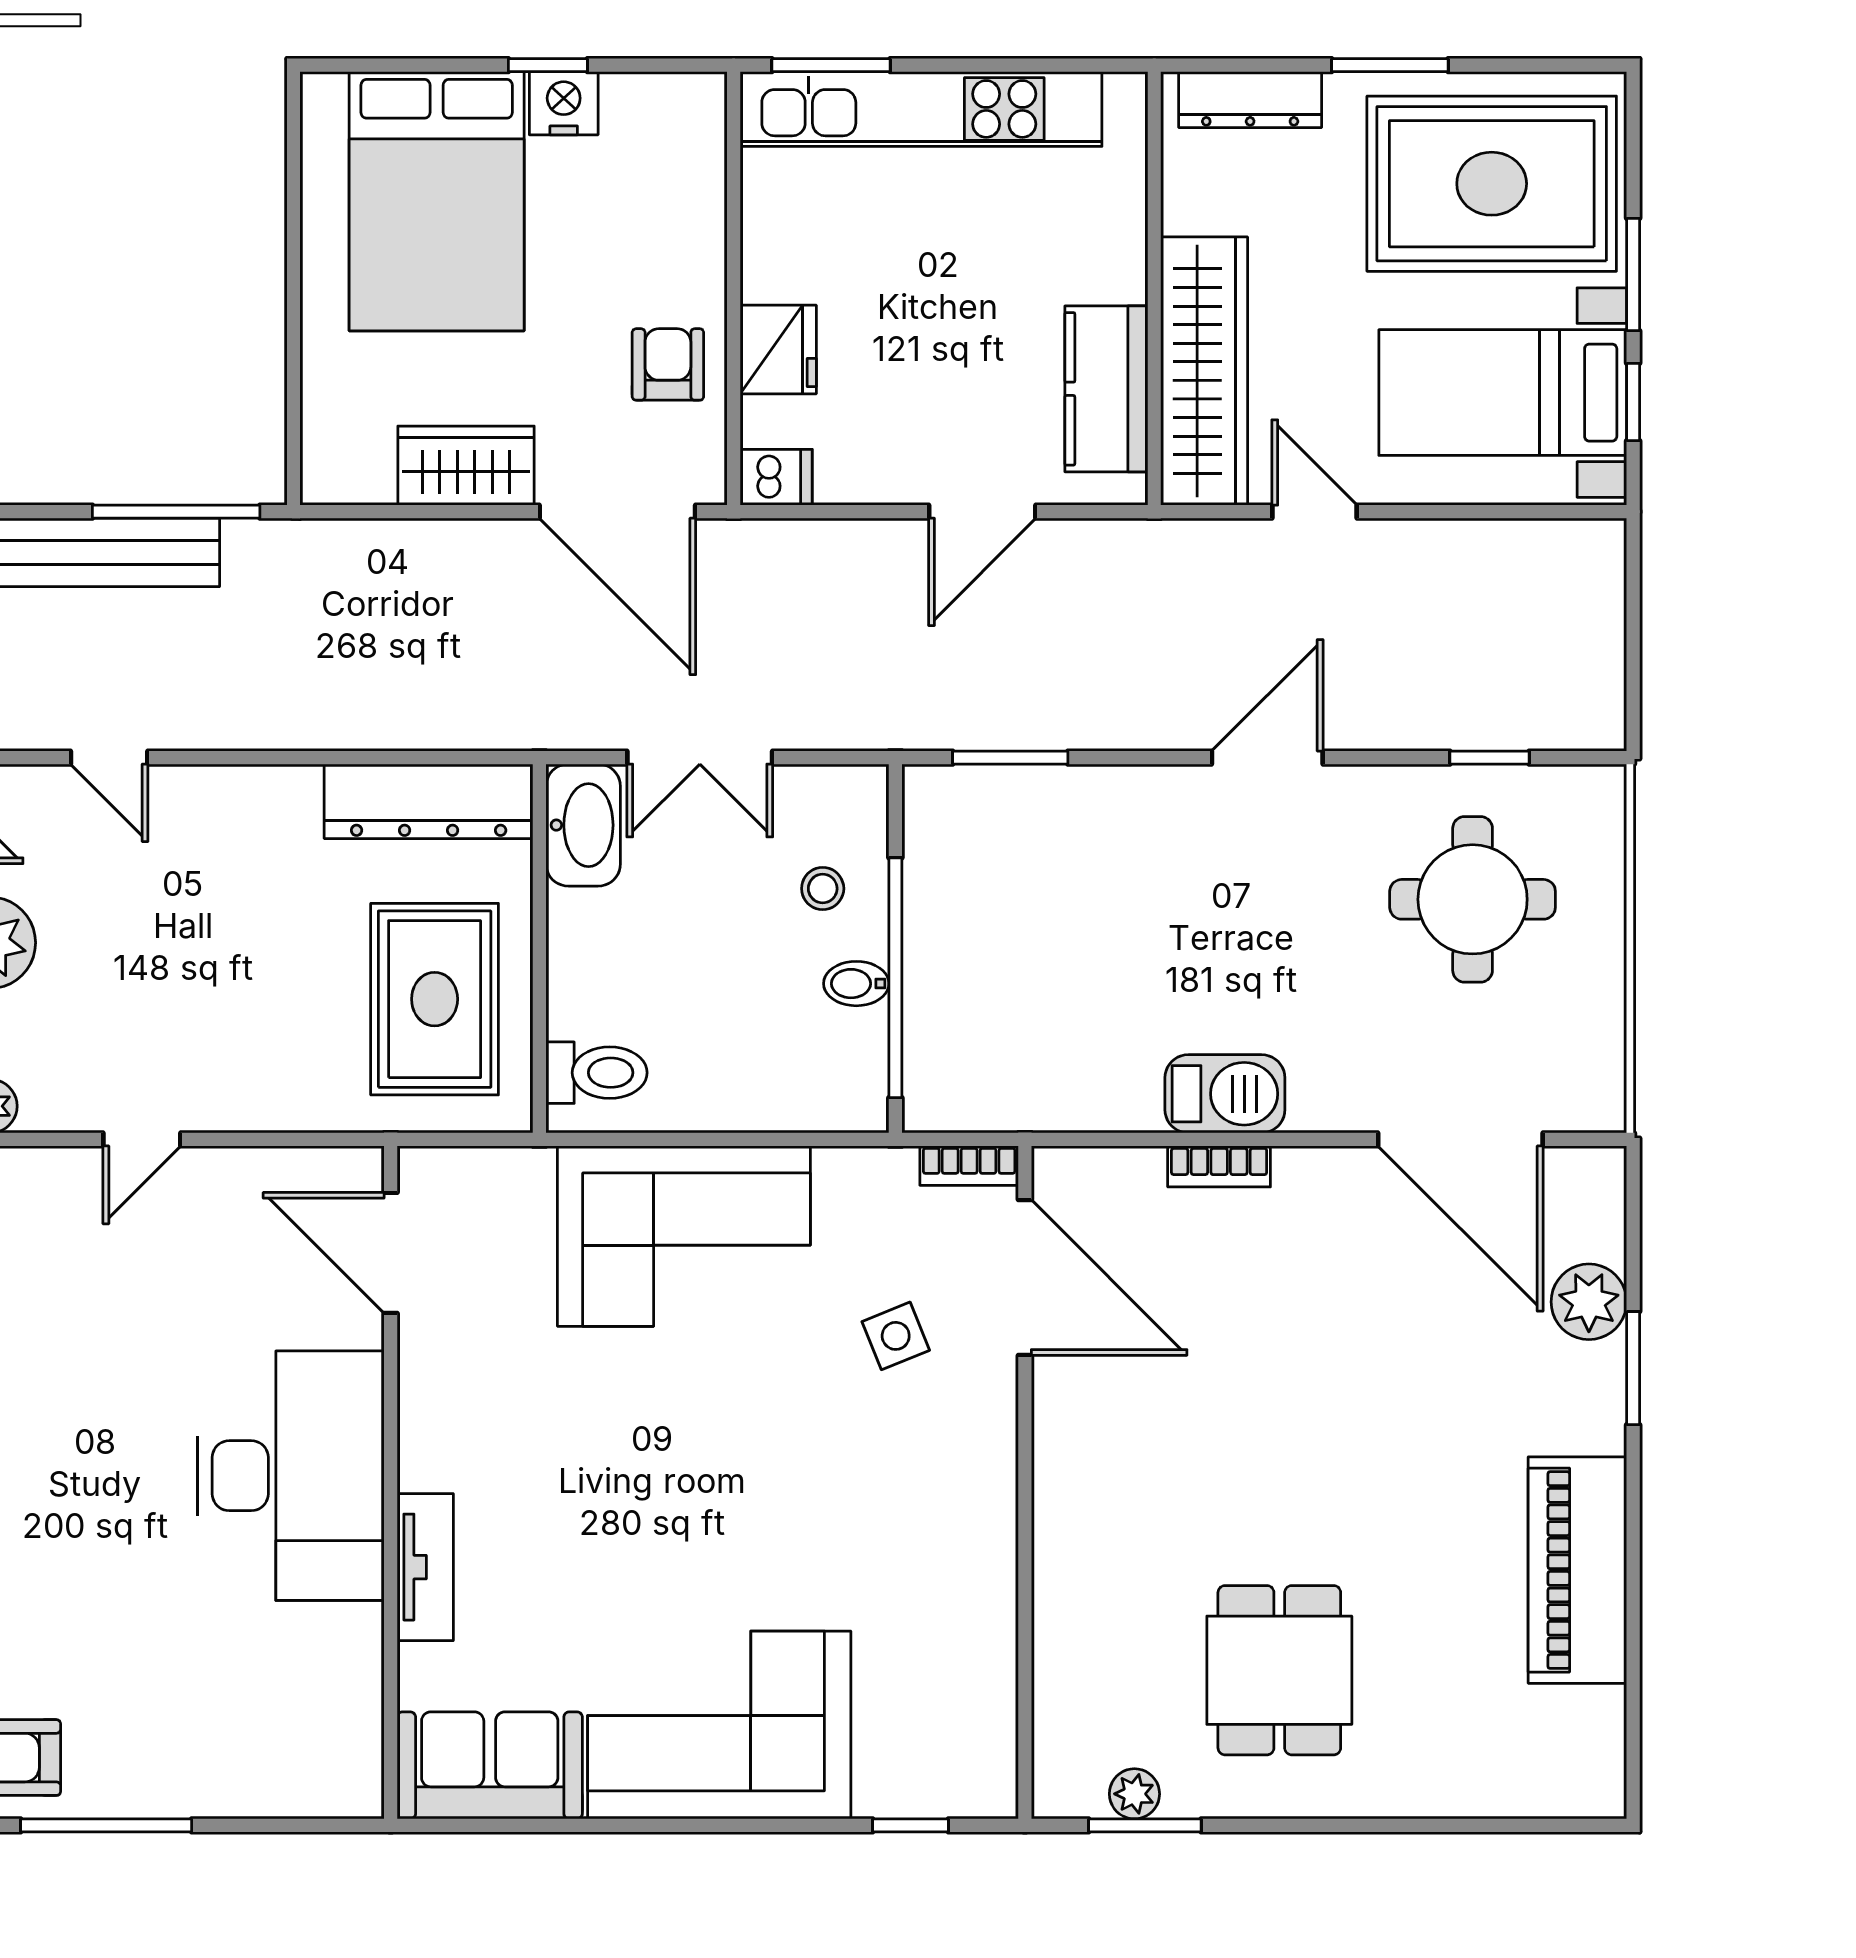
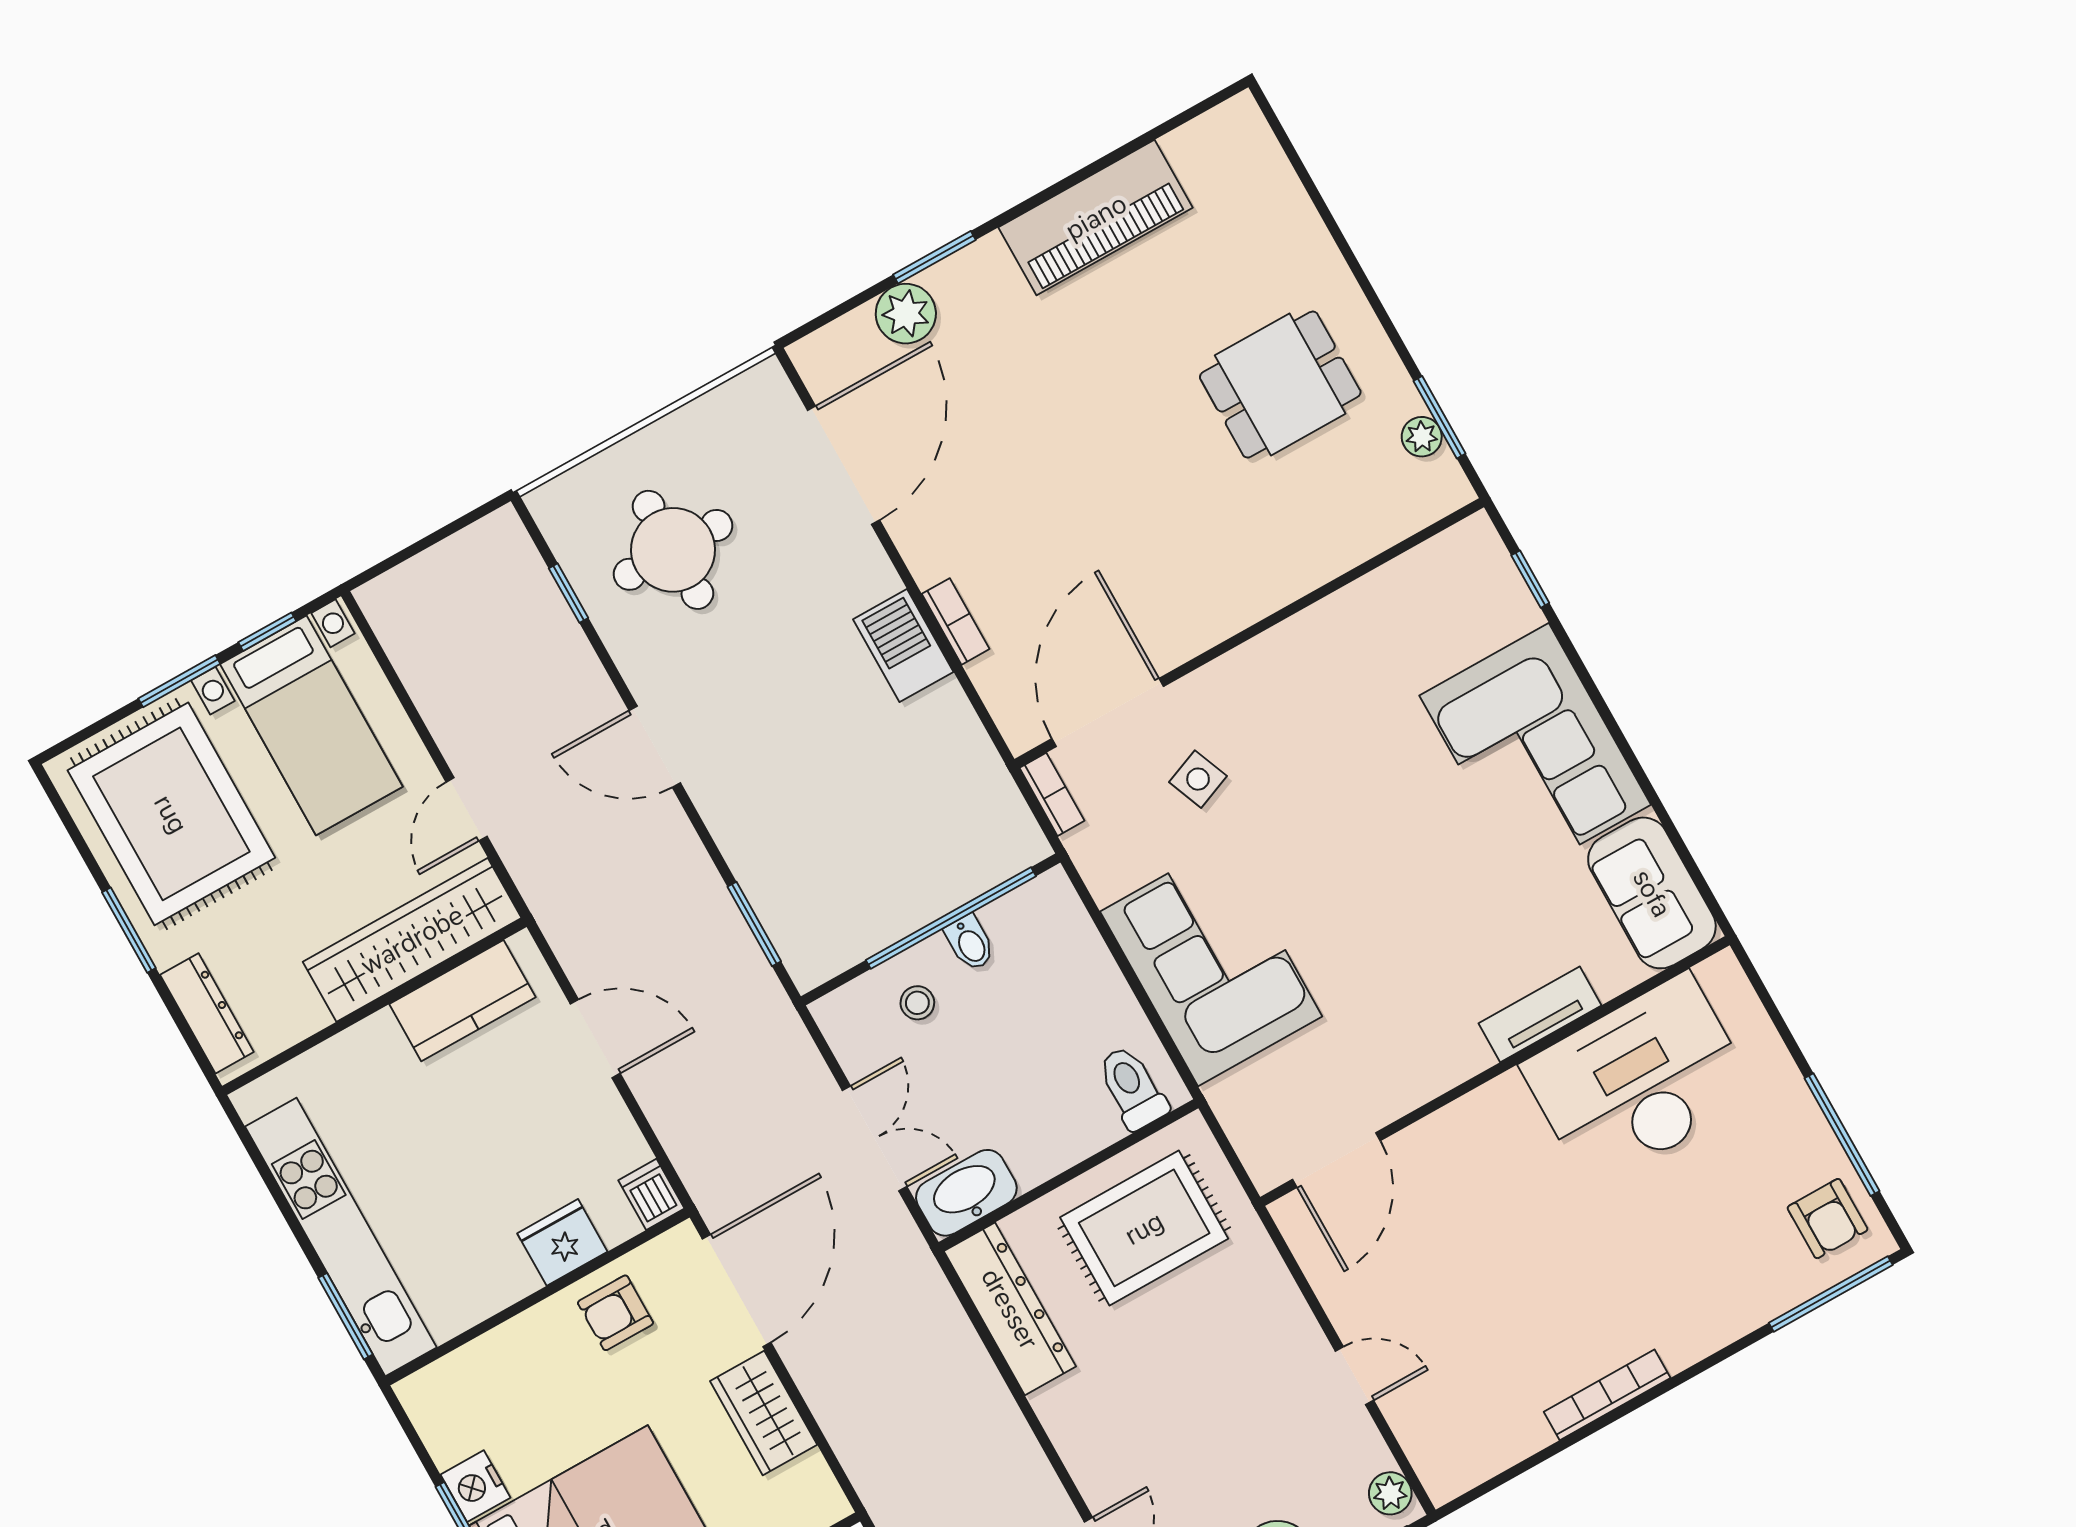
desk: (291, 1476) -> (1639, 1081), moved

